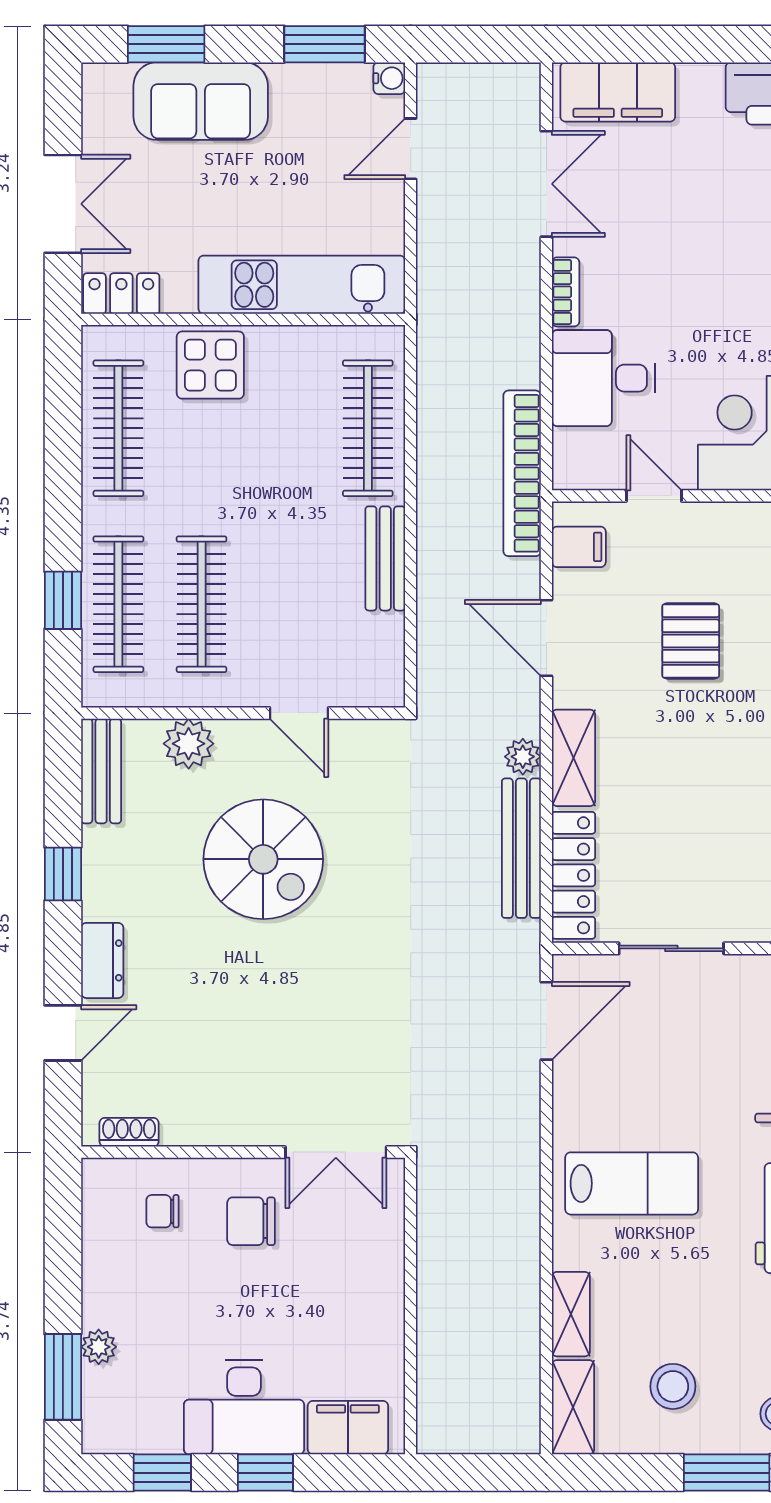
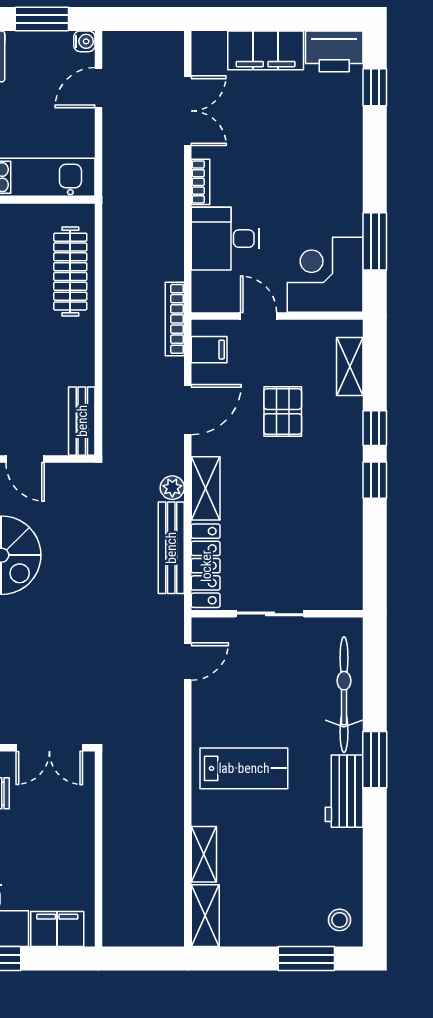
filing cabinet: (618, 92) -> (266, 50), moved
bookcase: (522, 473) -> (175, 319), width x0.68, depth x0.76
bench: (385, 558) -> (82, 421), moved
door: (546, 638) -> (188, 410), swing flipped
door: (546, 1021) -> (188, 661), width x0.73
stool: (673, 1386) -> (271, 902), removed

